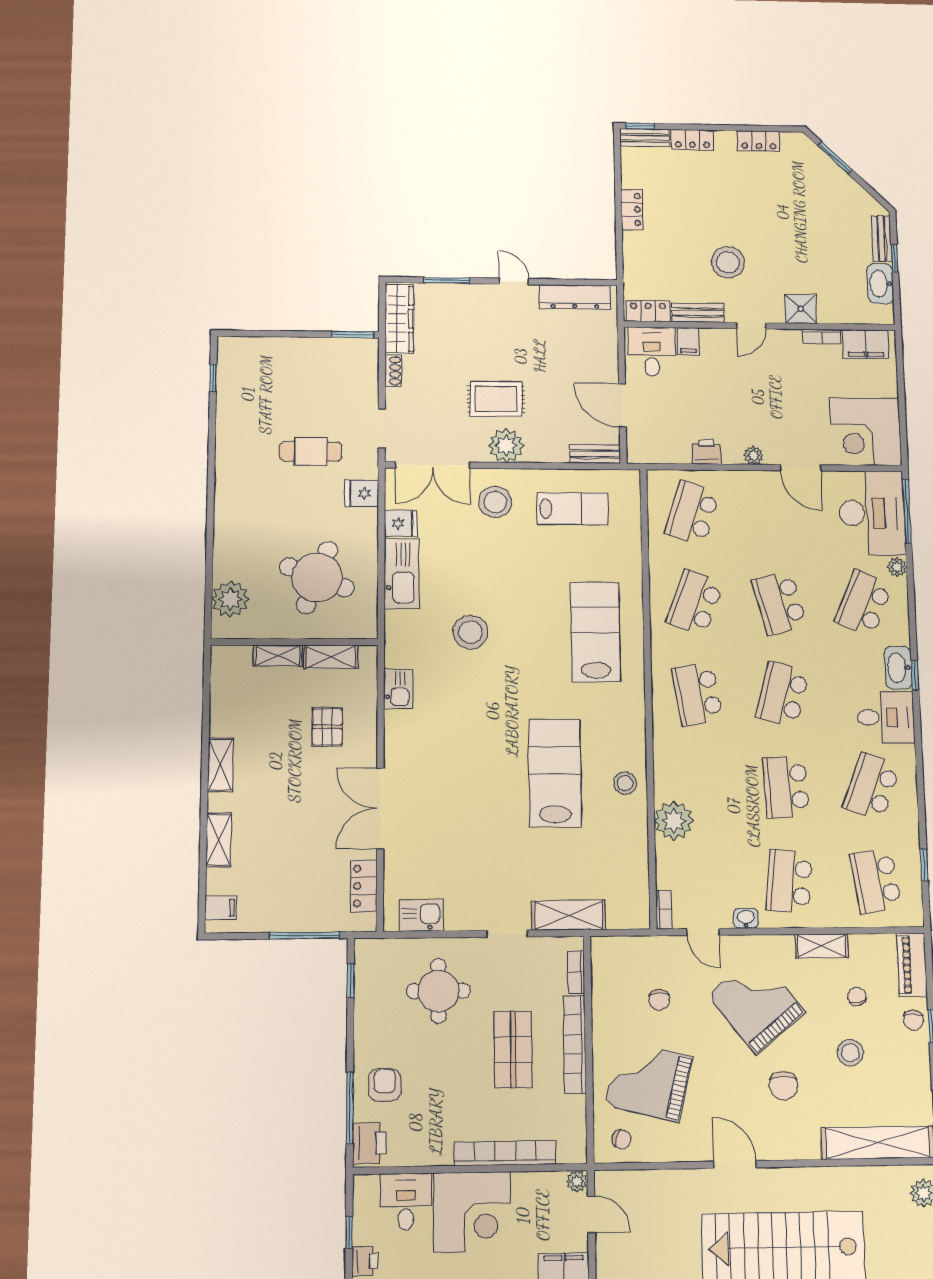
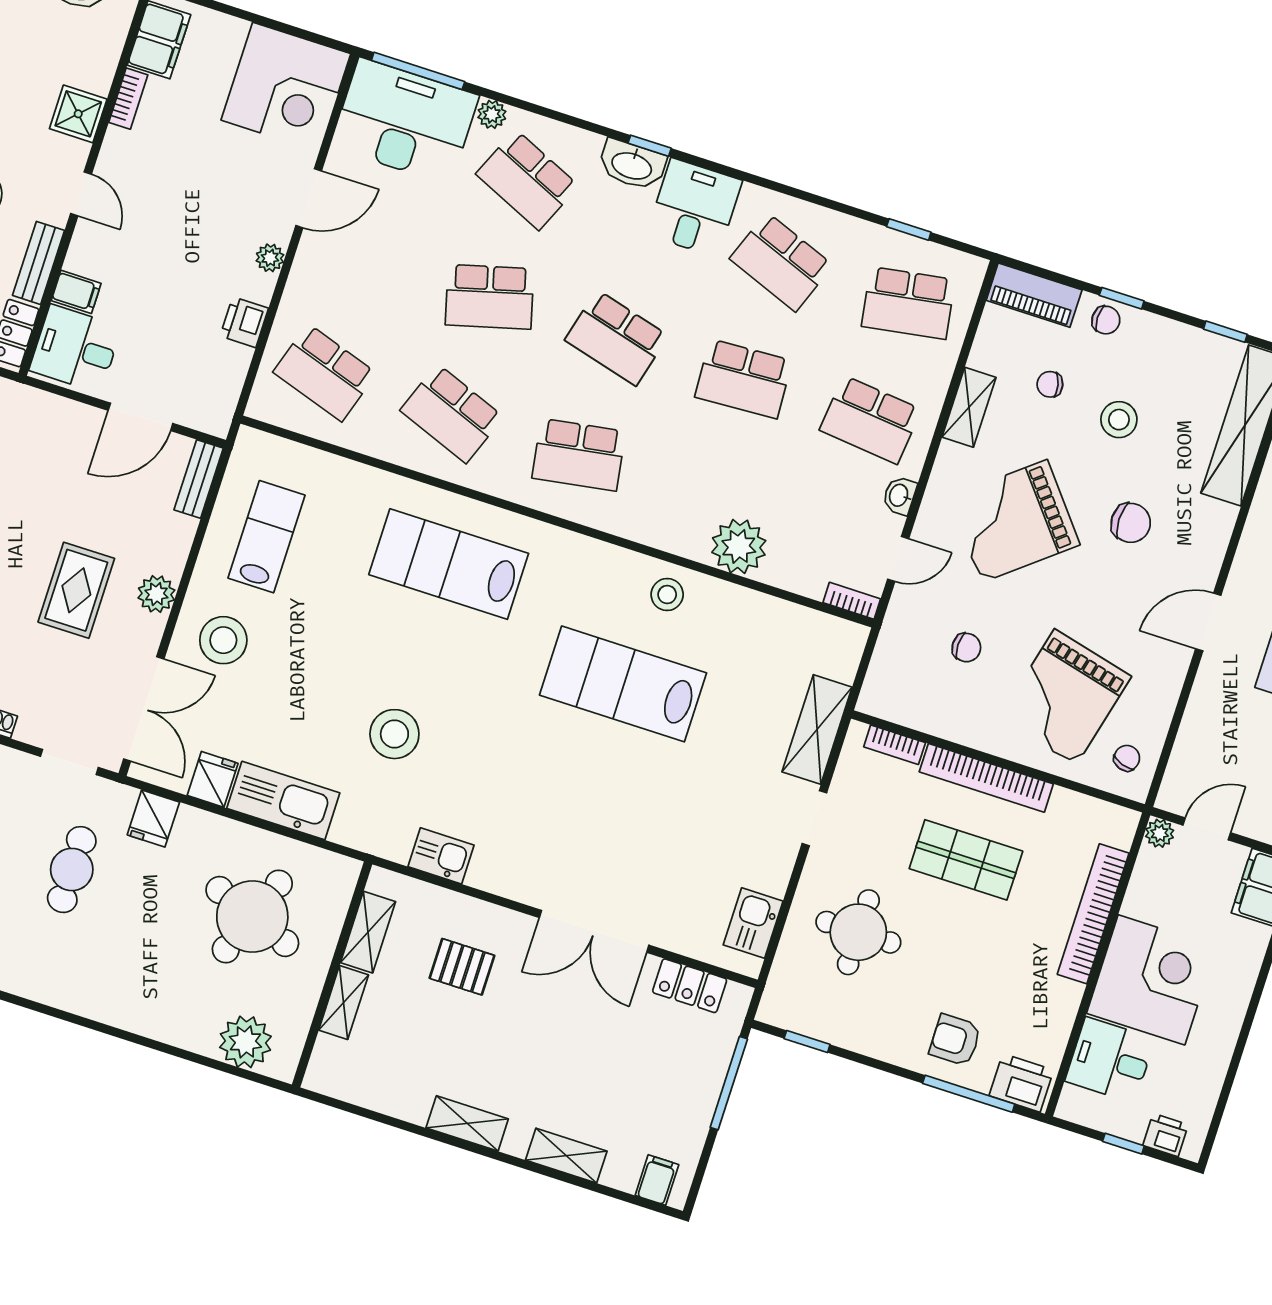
plant: (506, 446) -> (156, 594), width x0.73, depth x0.73

